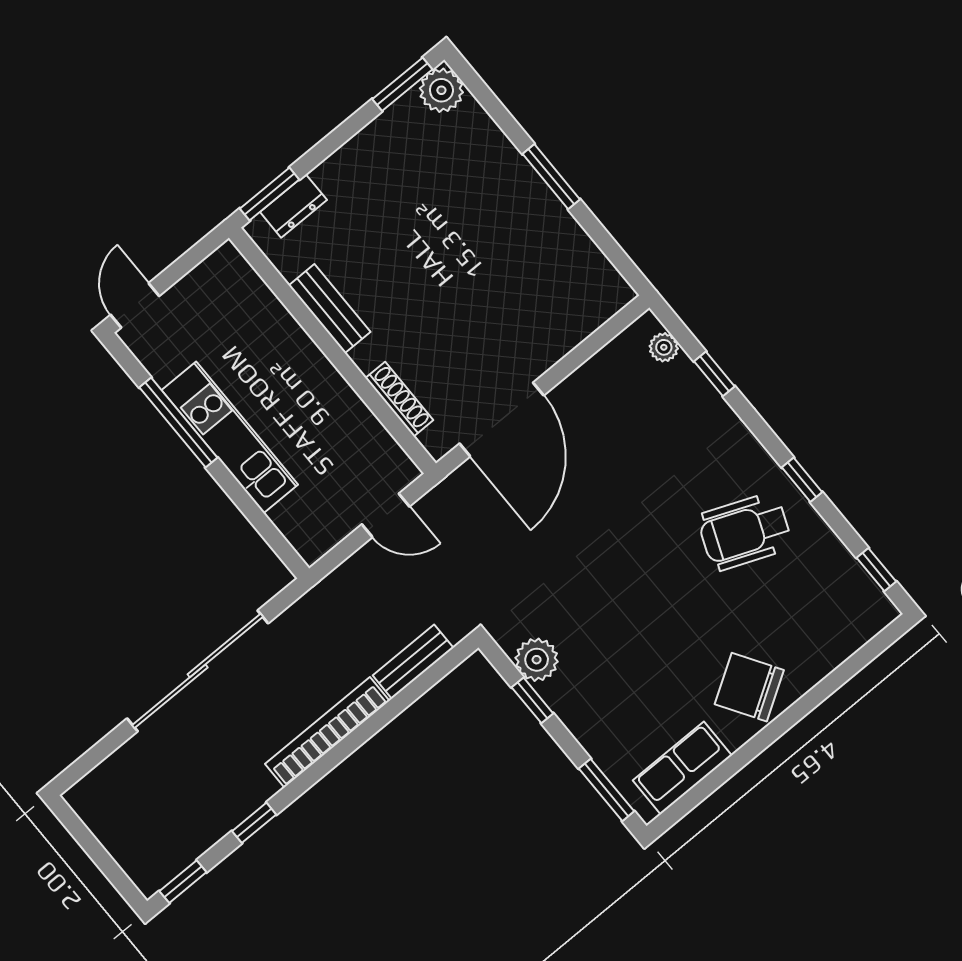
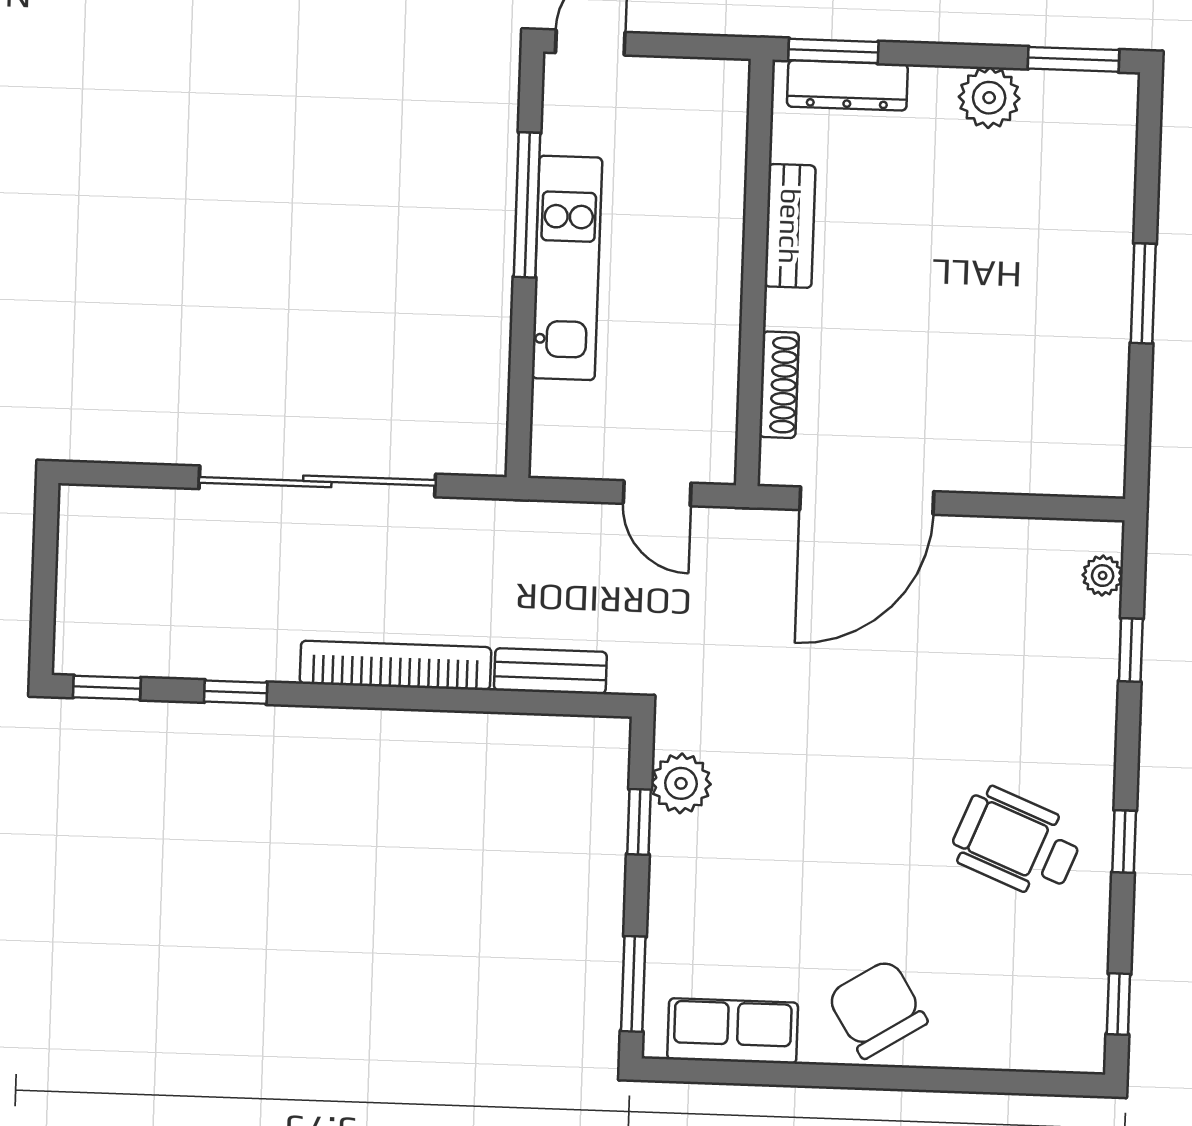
plant: (441, 90) -> (989, 98), moved
dresser: (293, 206) -> (847, 85), width x1.44

